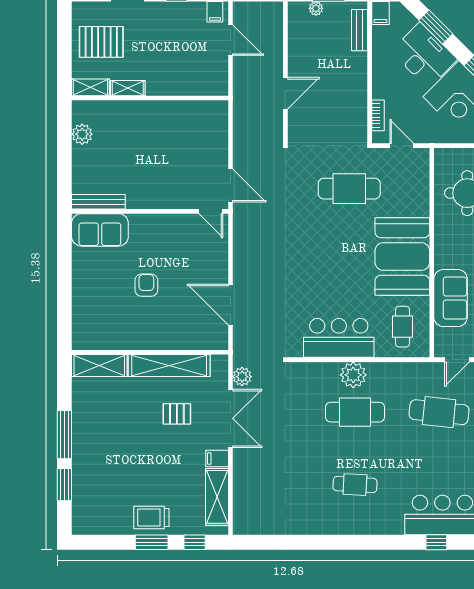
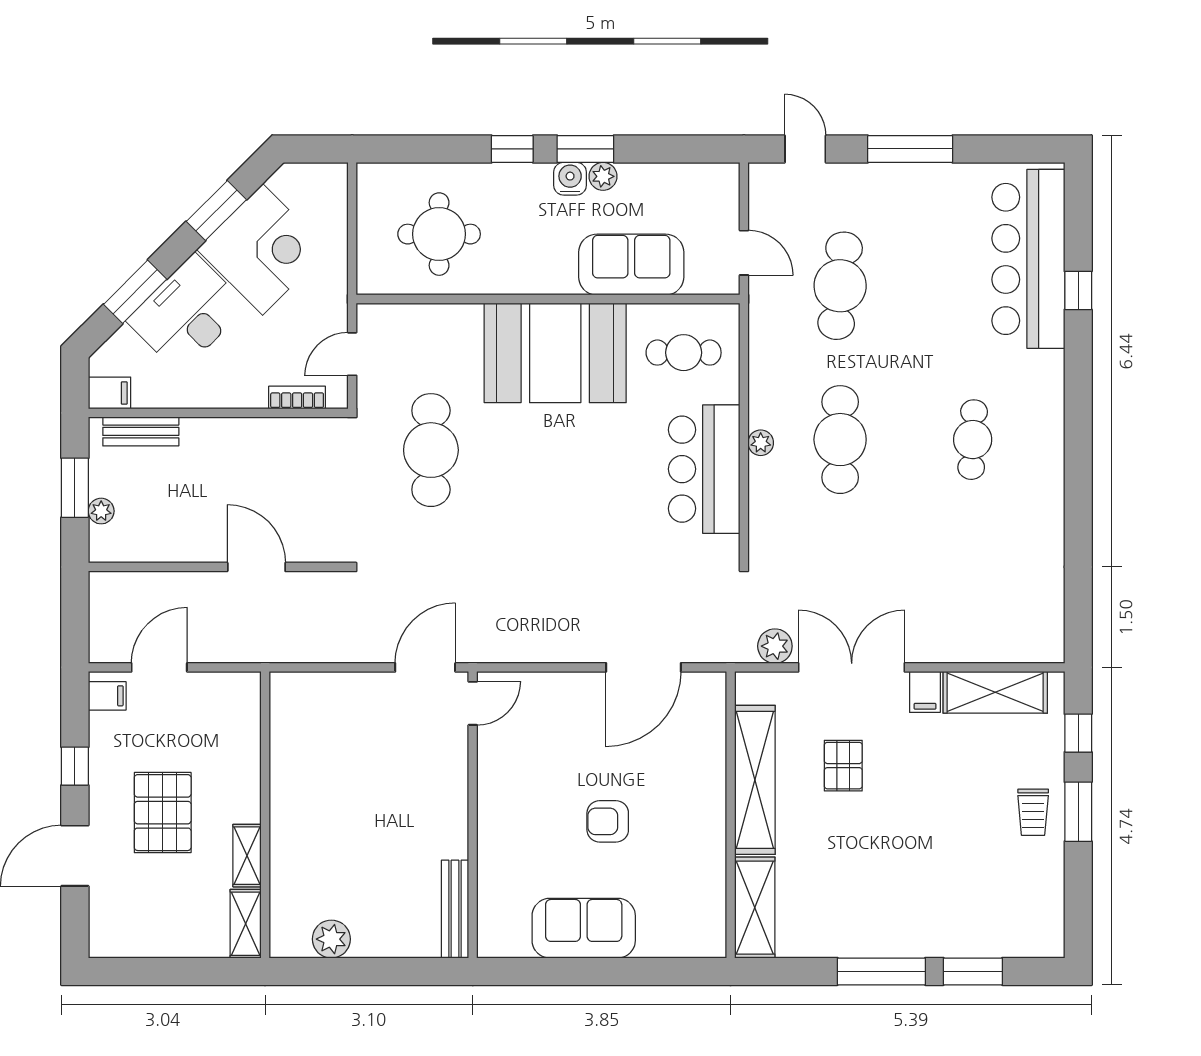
pallet: (101, 42) -> (163, 813), moved
sofa: (100, 230) -> (584, 928), moved, turned -90
plant: (353, 375) -> (761, 443), width x0.53, depth x0.53
trolley: (151, 518) -> (1033, 812), width x0.73, depth x0.72

